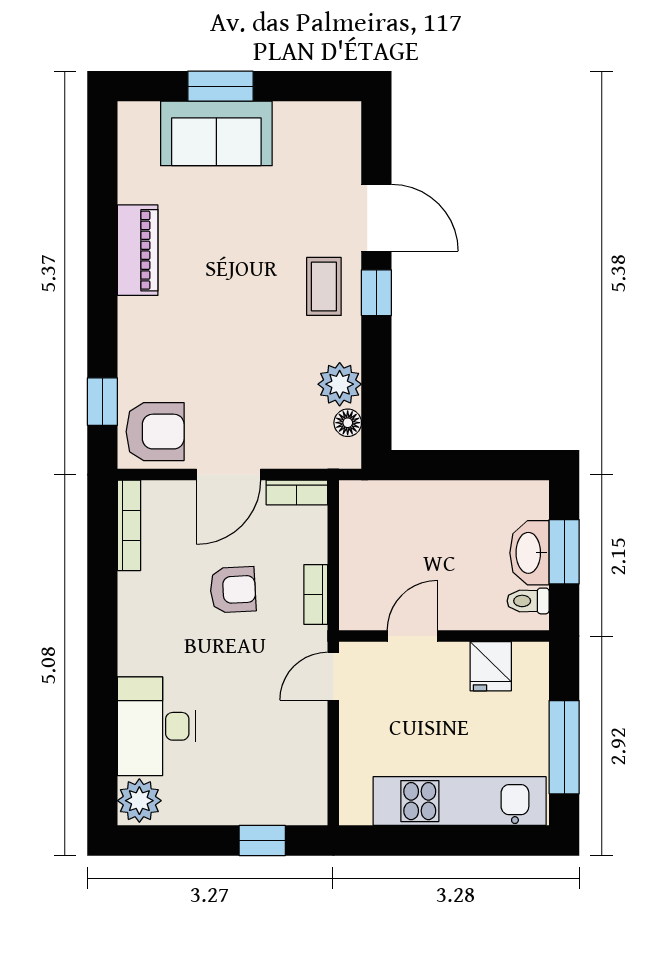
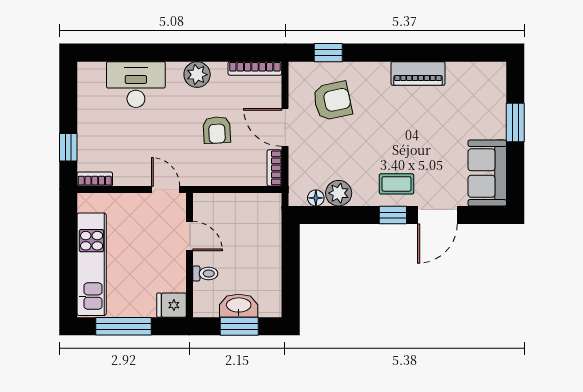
sofa: (216, 133) -> (487, 173), moved
armchair: (155, 432) -> (332, 101), moved, turned -102
bookcase: (316, 595) -> (95, 179), moved
toilet: (528, 601) -> (205, 273), moved, turned 90
fridge: (491, 666) -> (172, 305), moved
plant: (139, 801) -> (197, 75), moved

